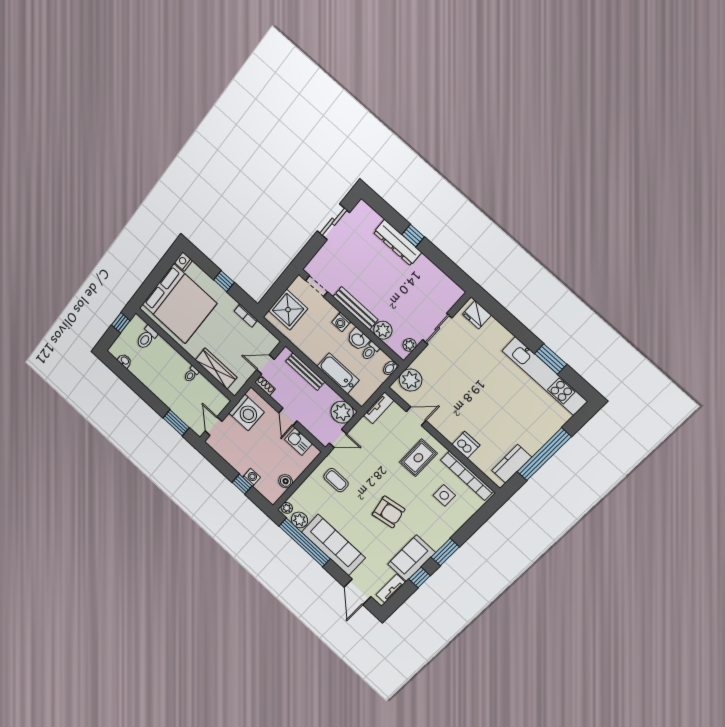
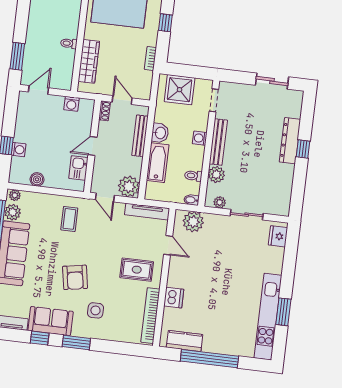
washbasin: (358, 339) -> (160, 133), moved, turned 180
tv unit: (379, 408) -> (147, 212), width x1.41
washing machine: (246, 413) -> (71, 104), width x0.53, depth x0.53
side table: (444, 495) -> (95, 310), moved

